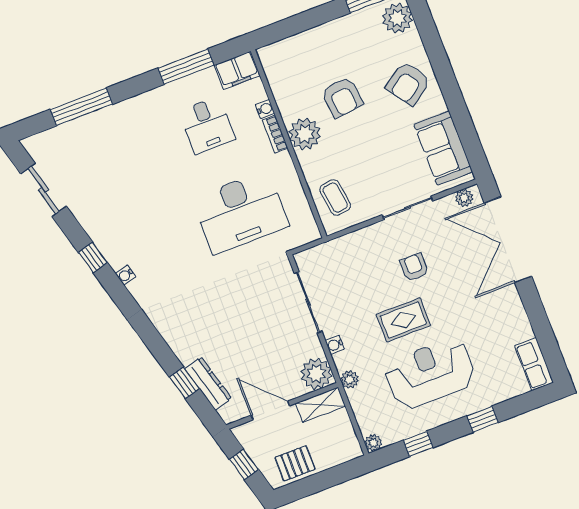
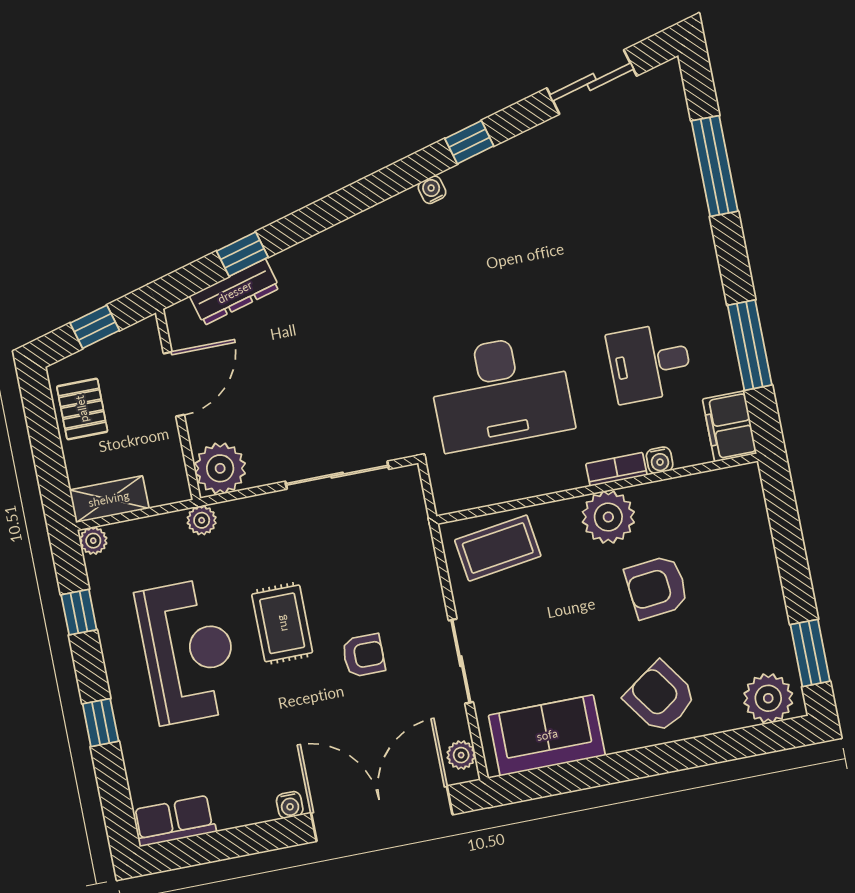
coffee table: (335, 197) -> (498, 548), width x1.36, depth x1.30
desk: (240, 212) -> (501, 392), turned -90
water cooler: (335, 345) -> (290, 805), moved, turned 180
shelving: (320, 405) -> (109, 499), moved, turned 90

